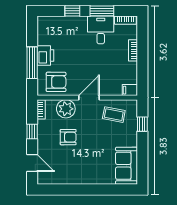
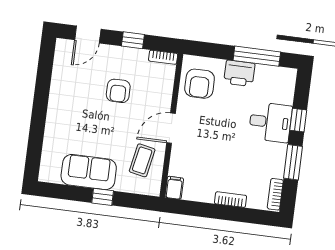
desk: (101, 30) -> (270, 122), moved
window: (32, 63) -> (257, 56), moved
door: (89, 98) -> (171, 128), swing flipped
plant: (66, 109) -> (159, 93), removed
window: (142, 124) -> (103, 197), moved
sofa: (126, 166) -> (89, 172), moved

